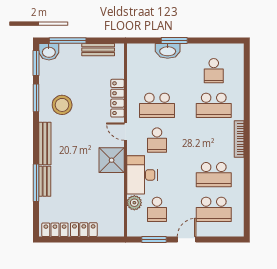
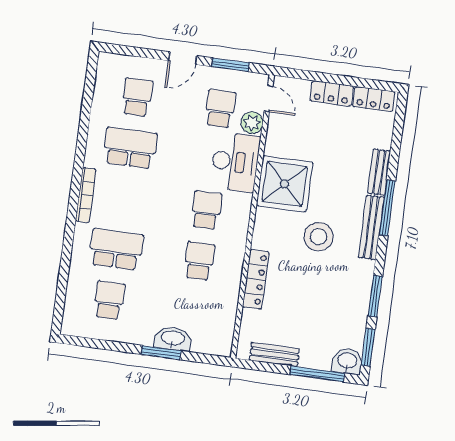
stool: (62, 105) -> (319, 237), moved
school desk: (157, 105) -> (199, 261), width x0.54
door: (125, 132) -> (269, 99), moved
shower: (112, 160) -> (285, 184), width x1.37, depth x1.37
window: (36, 183) -> (387, 208), moved
school desk: (214, 209) -> (137, 97), width x0.54

